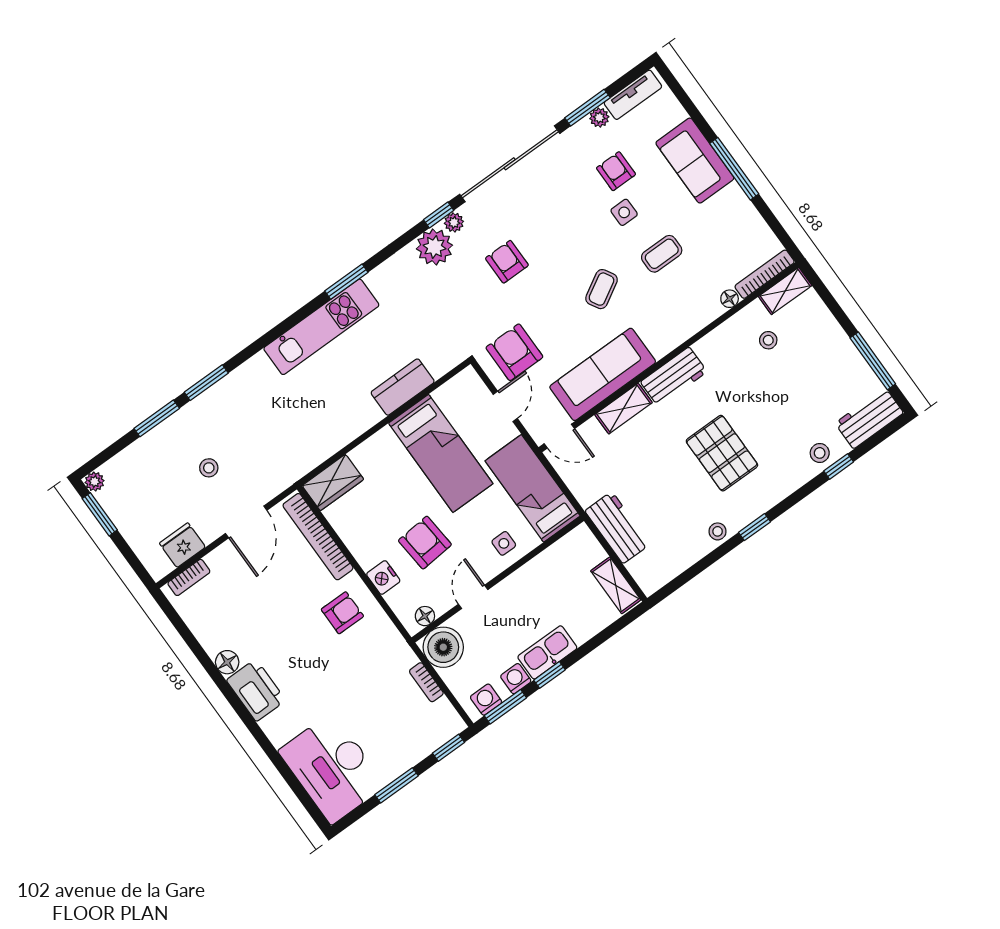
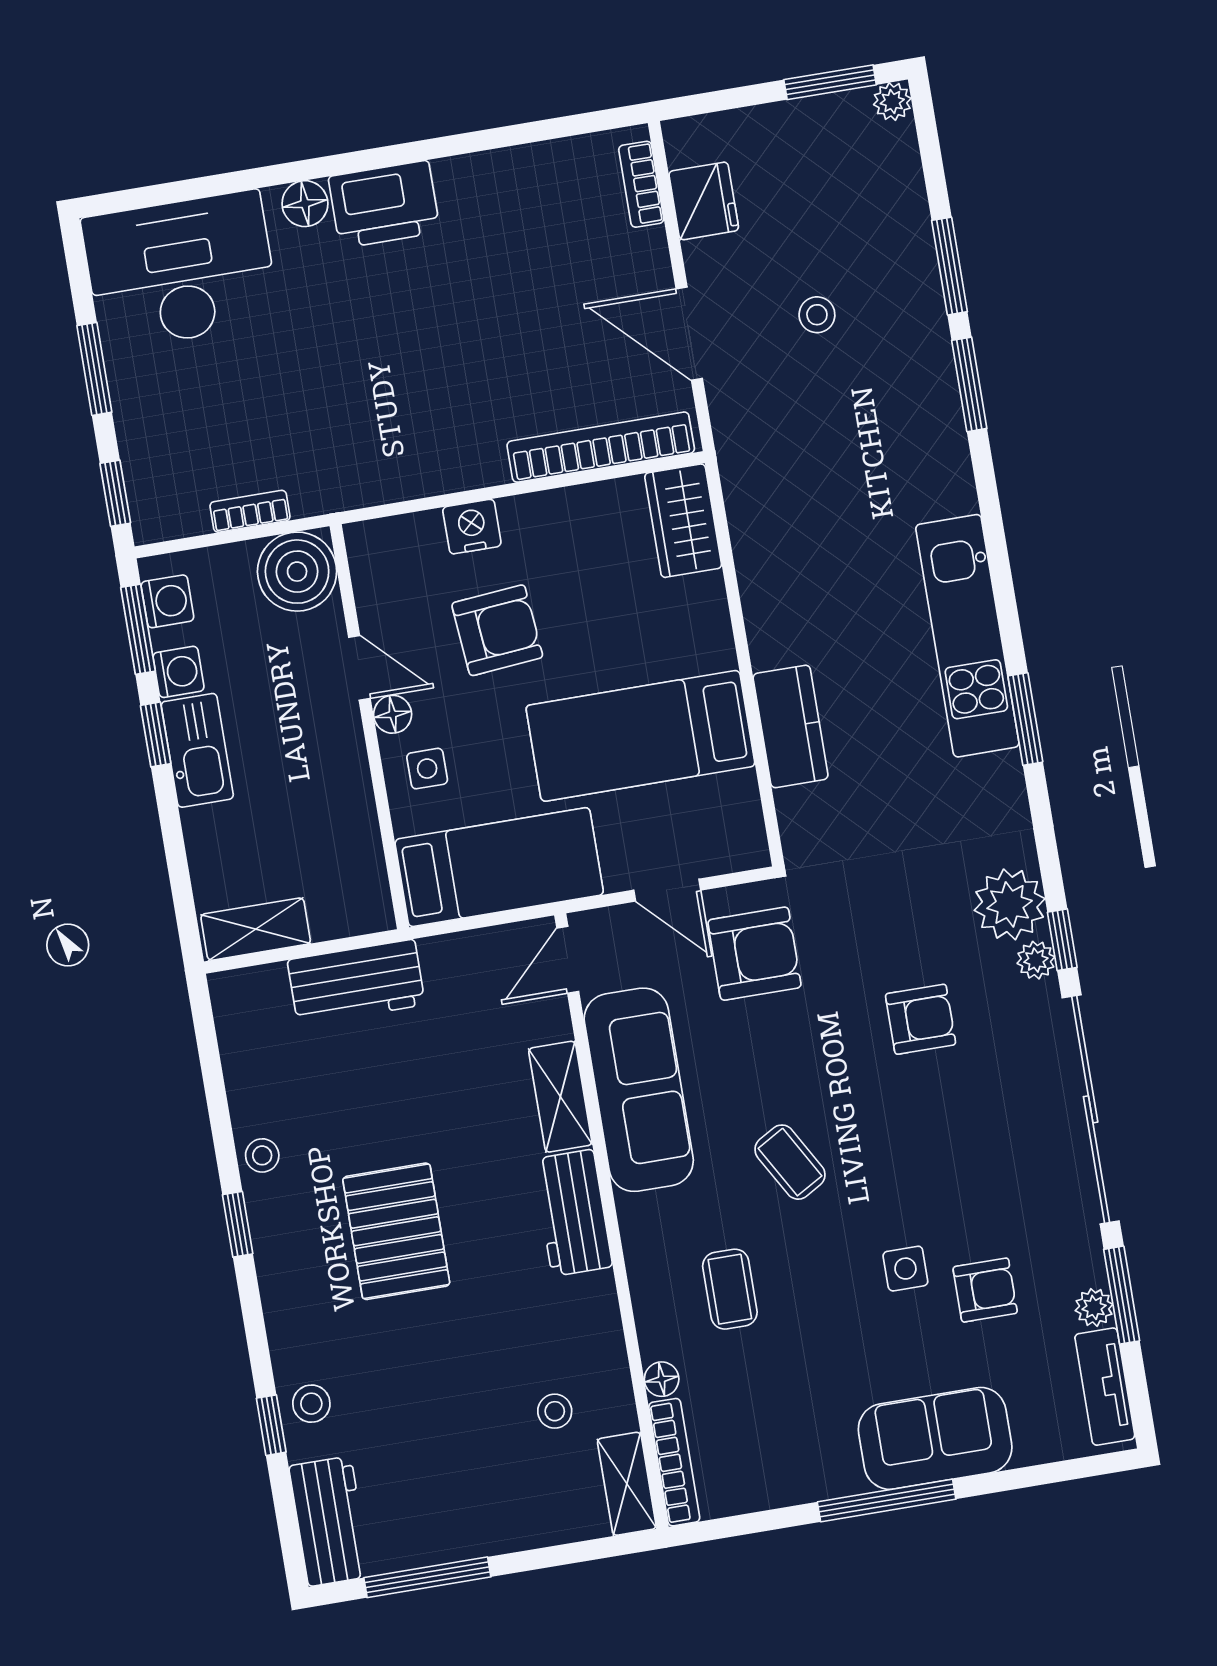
coffee table: (662, 254) -> (730, 1289), moved
pallet: (722, 453) -> (396, 1231), turned 90
armchair: (342, 613) -> (445, 424), removed
floor lamp: (425, 616) -> (393, 714), moved
floor lamp: (227, 662) -> (305, 204), moved

